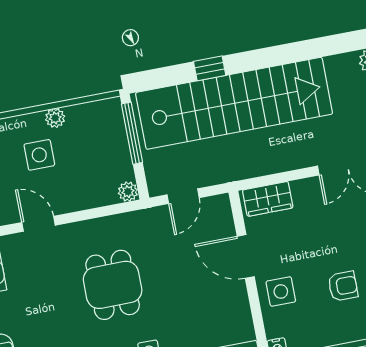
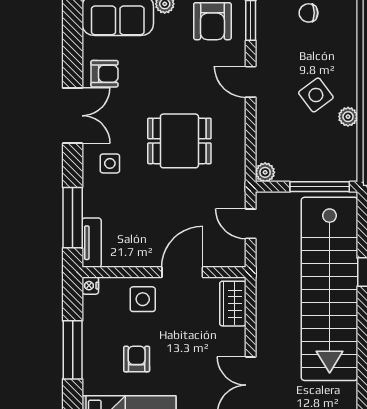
side table: (39, 155) -> (316, 95), turned -37
door: (39, 224) -> (251, 82), swing flipped
armchair: (343, 286) -> (137, 359), turned 180

